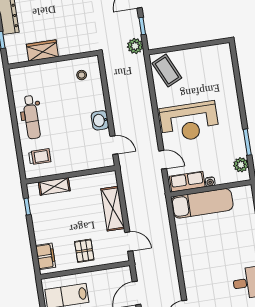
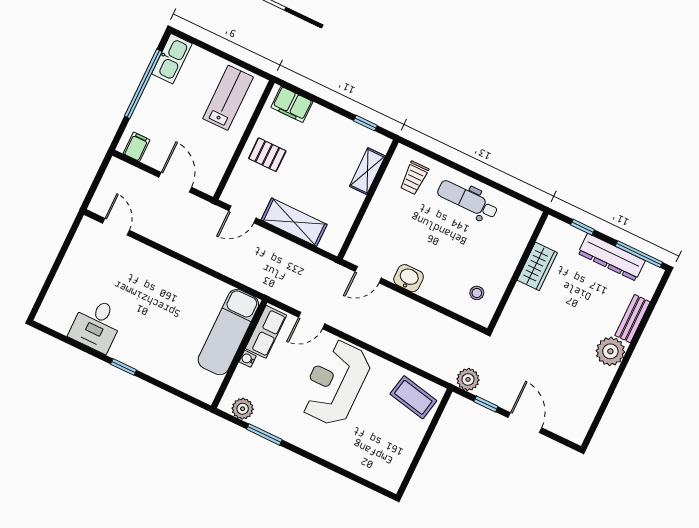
coffee table: (167, 71) -> (413, 397), turned 37

